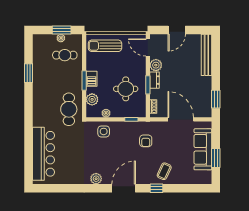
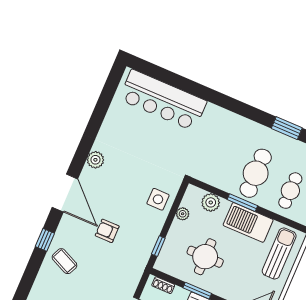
barbecue: (92, 79) -> (248, 222), width x1.88, depth x1.53
cafe table: (69, 109) -> (256, 173), moved, turned 90
armchair: (146, 141) -> (107, 231), moved

